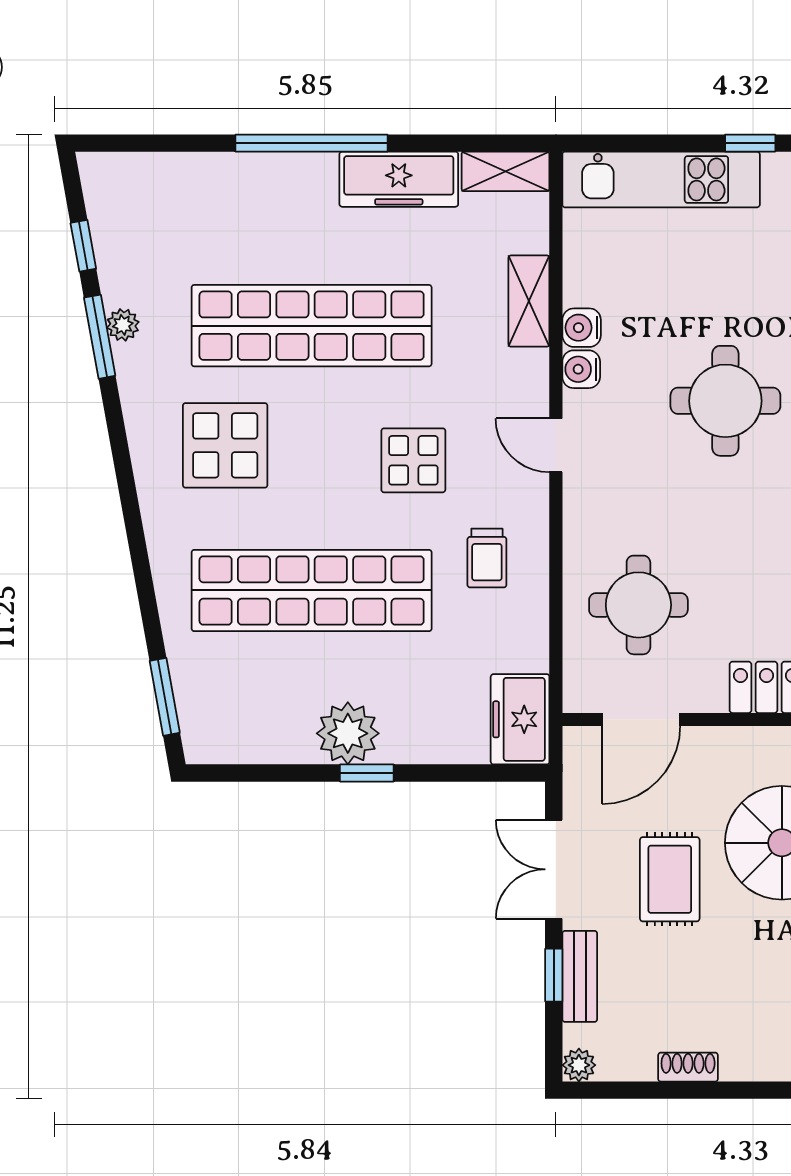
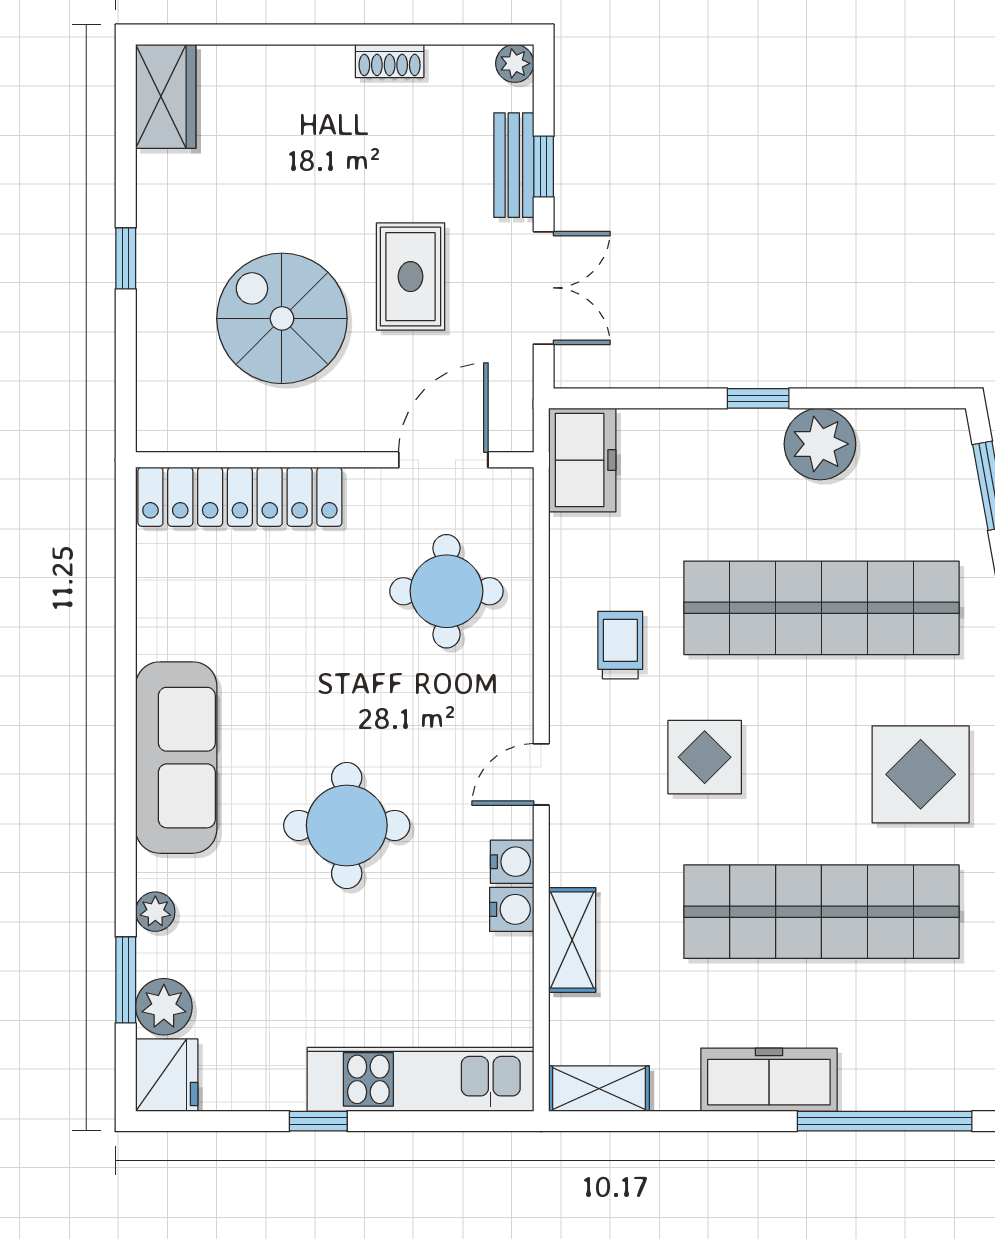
window: (312, 143) -> (885, 1121), moved
freezer: (399, 179) -> (769, 1080), moved
door: (556, 445) -> (541, 774), swing flipped
plant: (348, 733) -> (820, 444), moved

